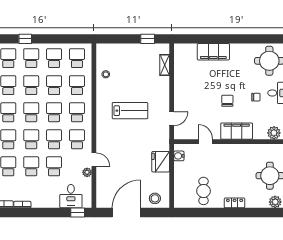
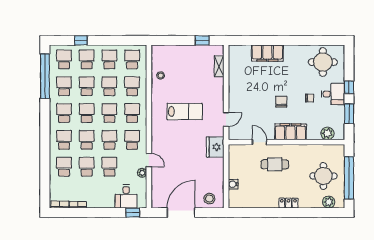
water cooler: (179, 156) -> (233, 184), moved
fridge: (161, 162) -> (215, 147), moved
cafe table: (204, 191) -> (275, 164), moved, turned 90

